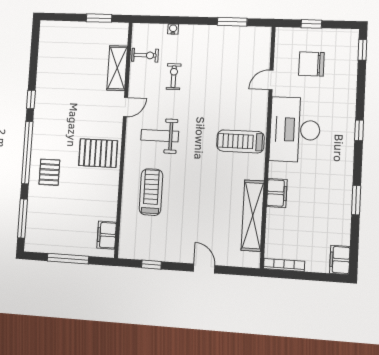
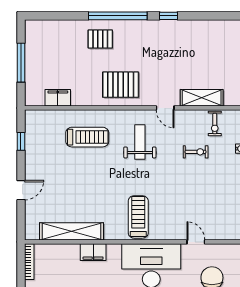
pallet: (98, 153) -> (121, 85), turned 90
window: (22, 218) -> (55, 16), removed
filing cabinet: (107, 235) -> (58, 98), moved

